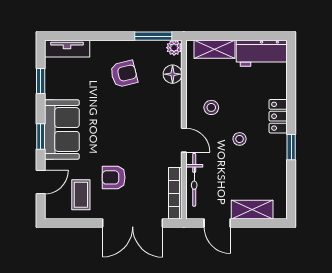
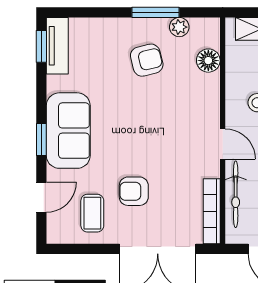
window: (153, 36) -> (156, 12), moved
plant: (174, 48) -> (179, 27), moved
tv unit: (67, 49) -> (57, 46), moved, turned -90
window: (41, 81) -> (41, 46), moved

